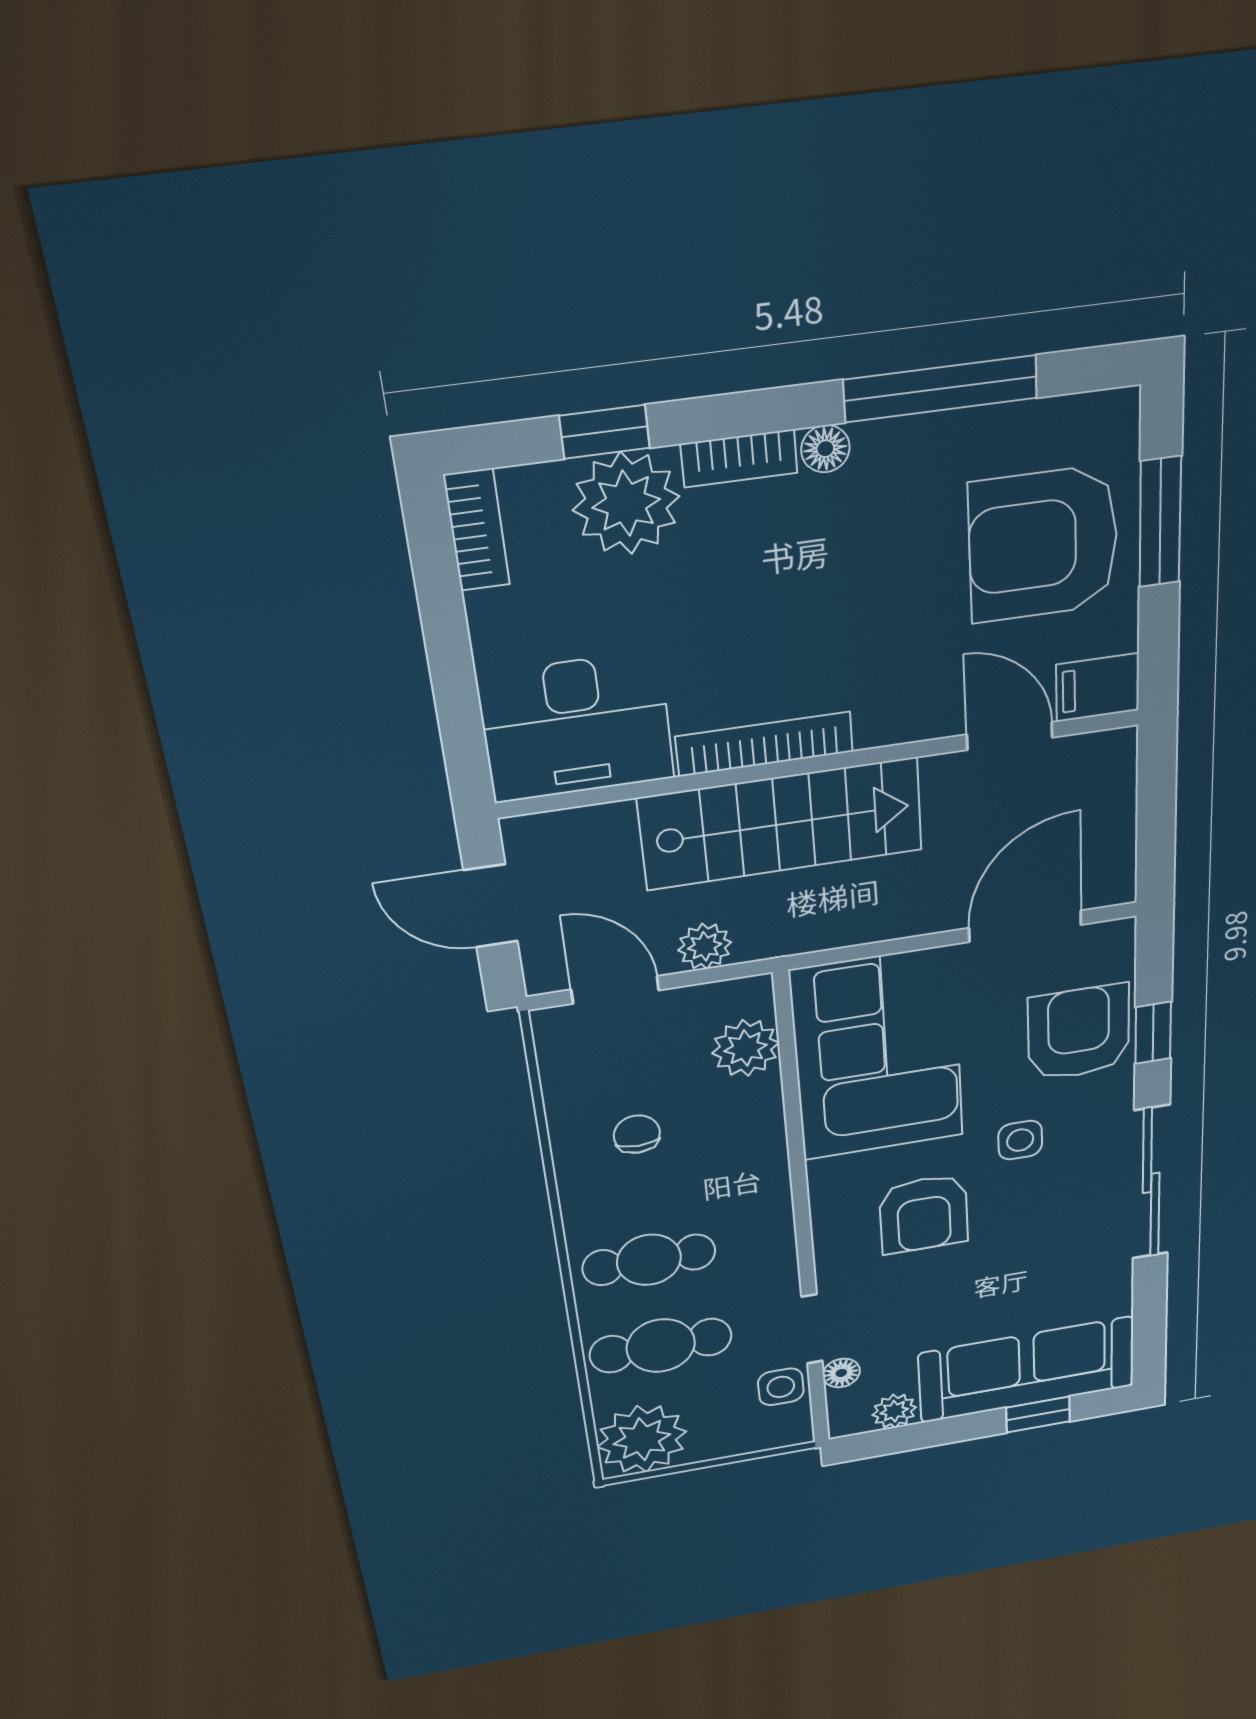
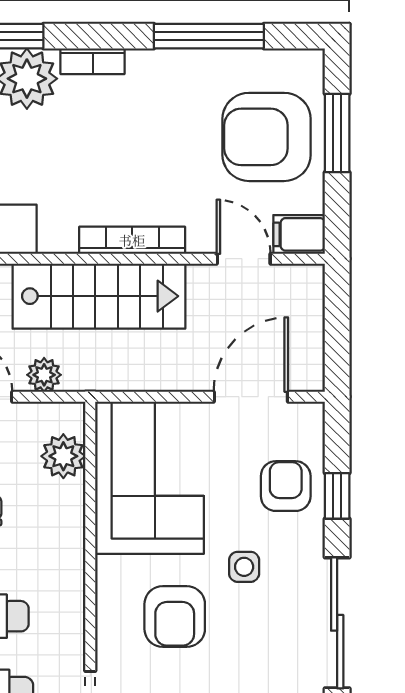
floor lamp: (825, 449) -> (142, 62), removed
bookcase: (765, 744) -> (132, 240), moved
armchair: (1079, 1033) -> (286, 486), width x0.72, depth x0.72

